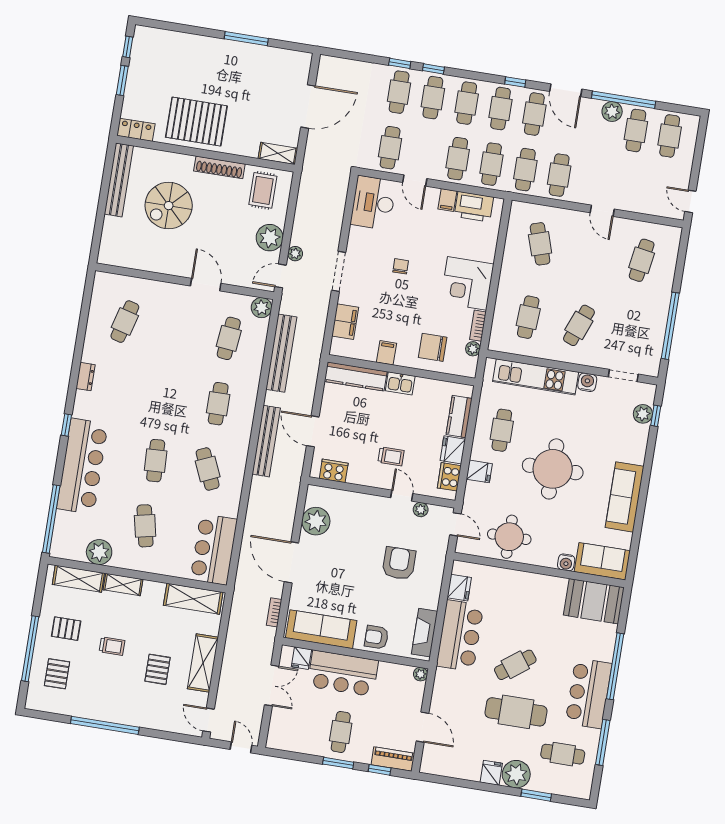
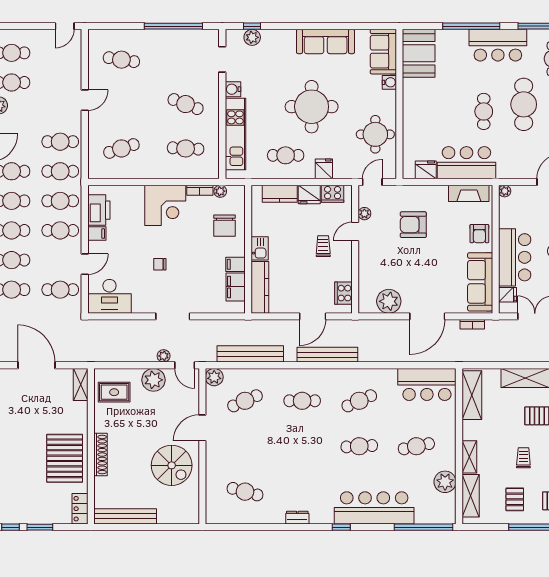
shoe rack: (219, 167) -> (101, 455), moved
spiral stairs: (169, 206) -> (172, 465), moved
filing cabinet: (345, 322) -> (236, 287), moved, turned -90
cafe table: (229, 338) -> (245, 401), turned -30
cafe table: (515, 665) -> (484, 111), turned 37

